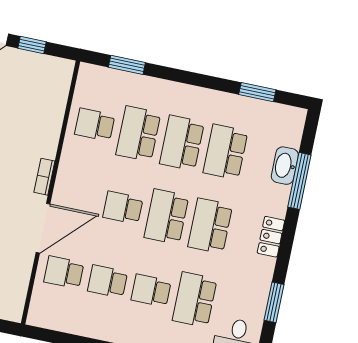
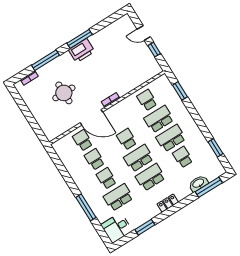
school desk: (226, 152) -> (183, 157), width x0.54
window: (299, 181) -> (209, 187), moved

